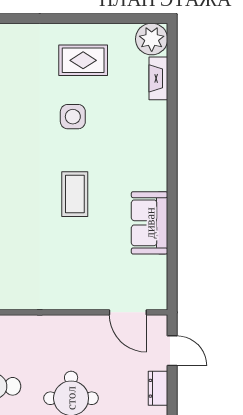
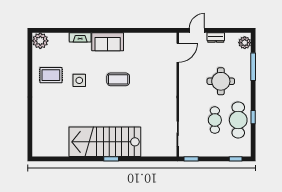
rug: (83, 60) -> (51, 75), turned 90
fireplace: (158, 78) -> (80, 37), moved
sofa: (150, 223) -> (108, 42), moved

